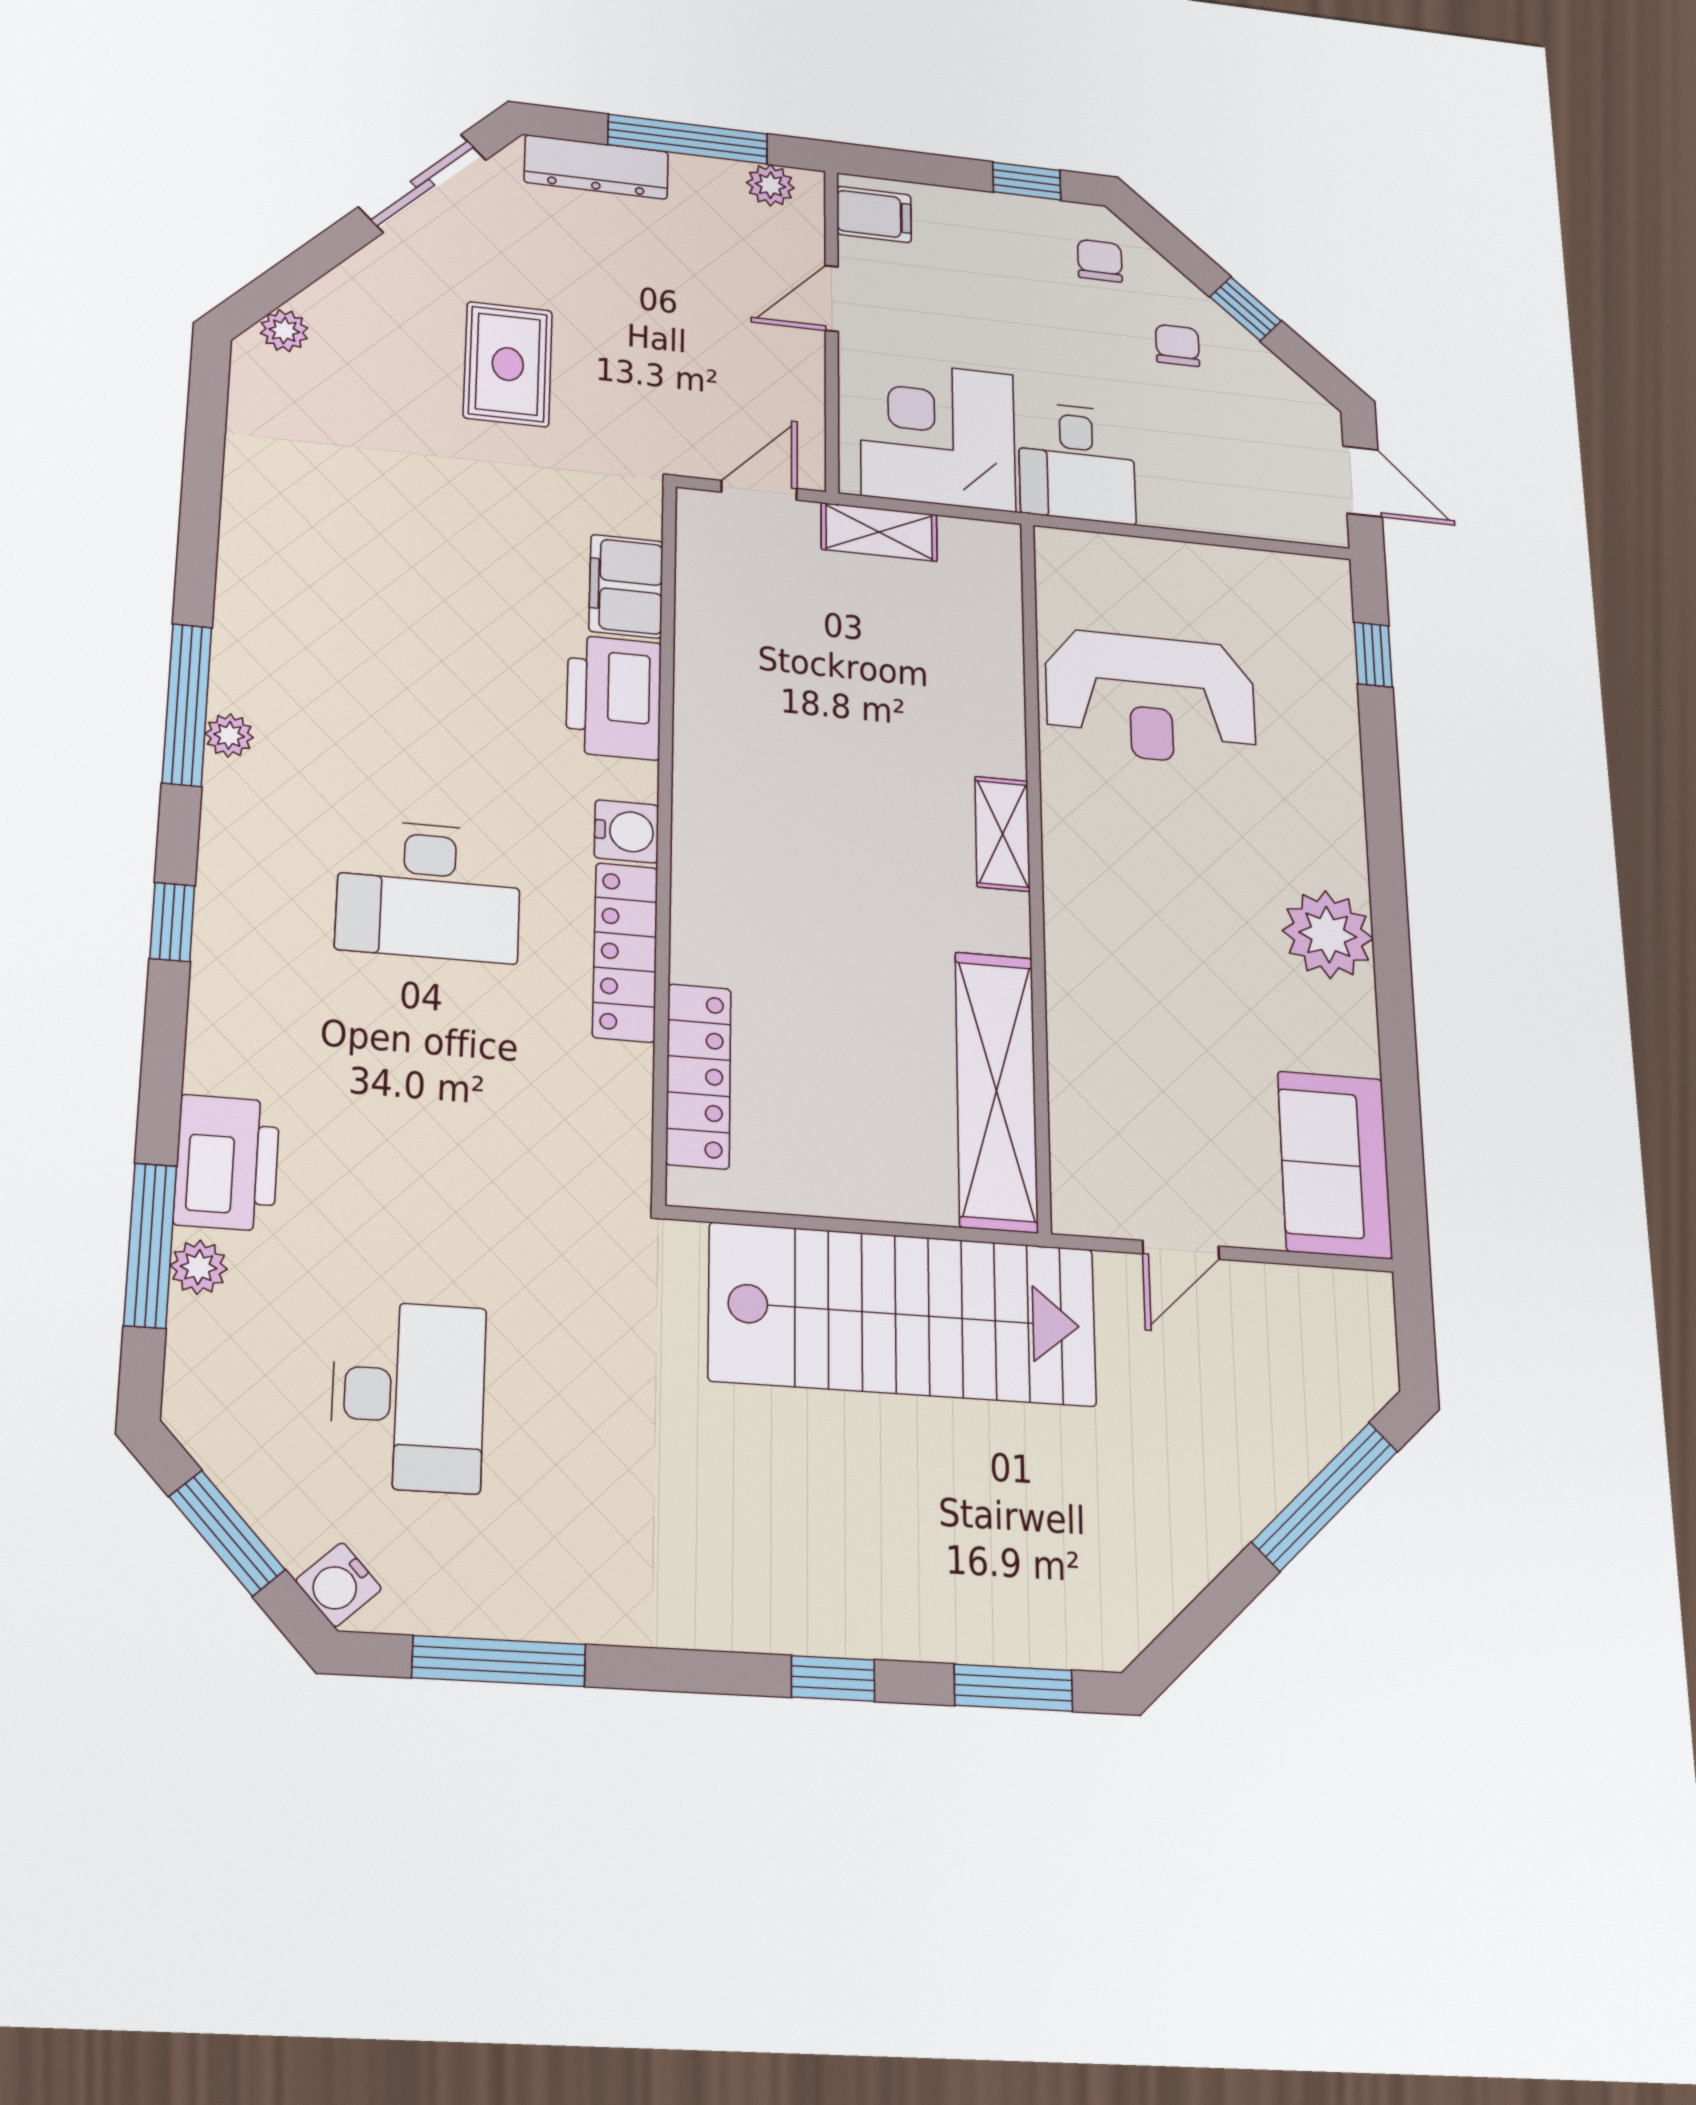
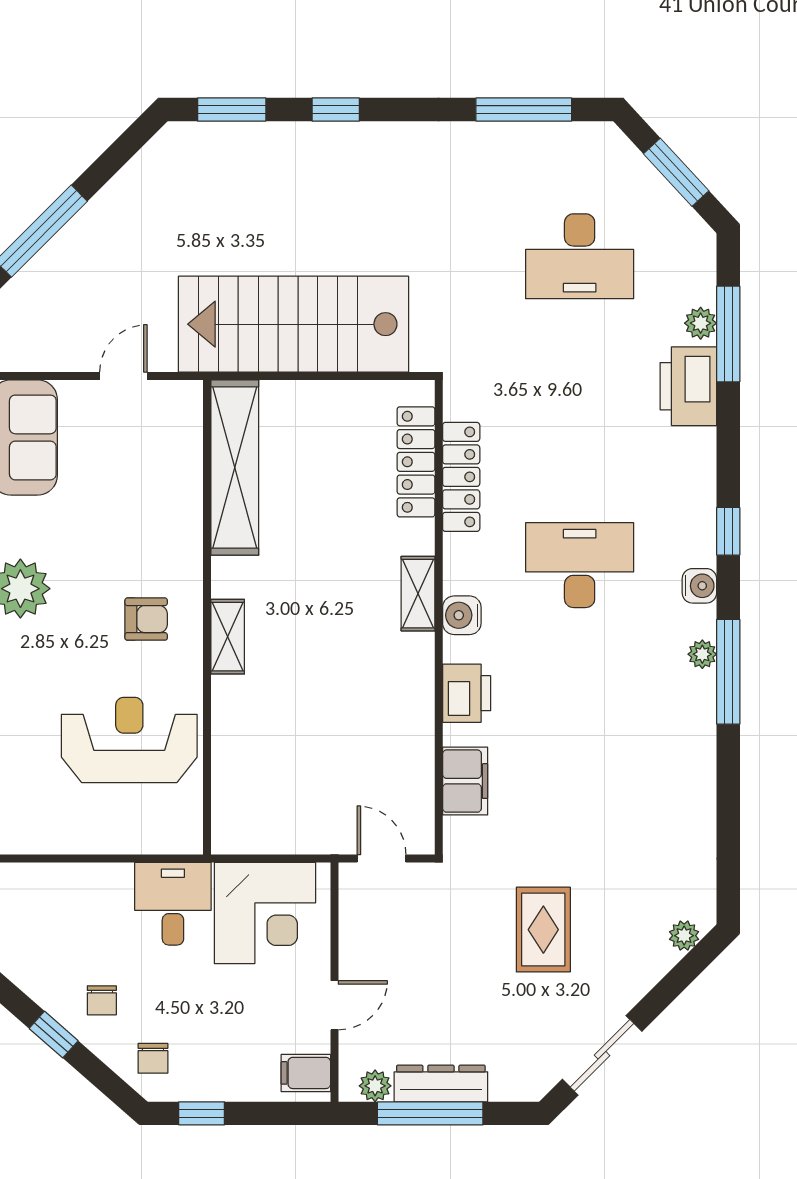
dresser: (596, 167) -> (441, 1084), moved
door: (759, 490) -> (382, 859), swing flipped
shelving: (879, 532) -> (418, 594), moved, turned 90
printer: (614, 697) -> (467, 693), width x0.73, depth x0.84
armchair: (1131, 872) -> (146, 619), added
locker: (625, 952) -> (461, 477), moved
desk: (408, 1396) -> (580, 256), turned -90
water cooler: (339, 1585) -> (699, 586), moved, turned 43

